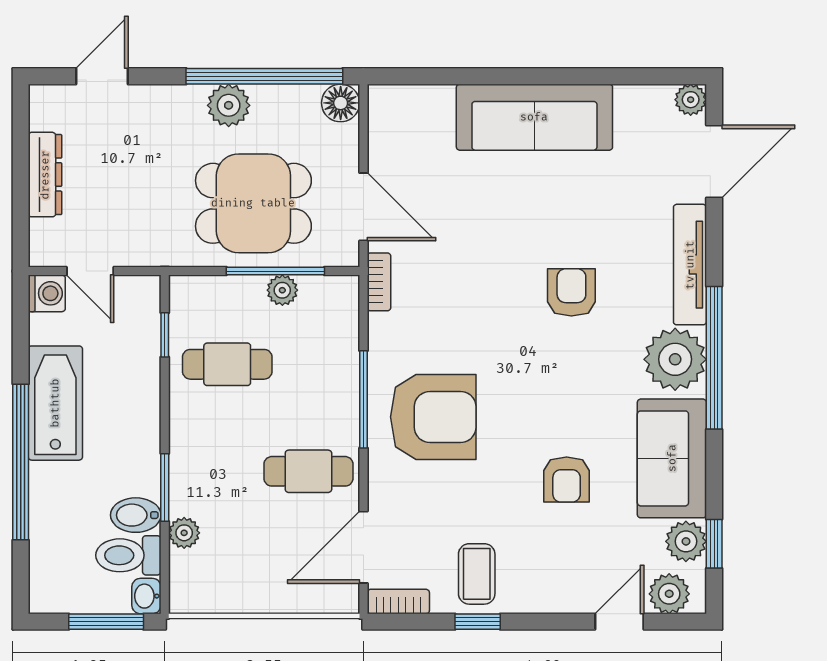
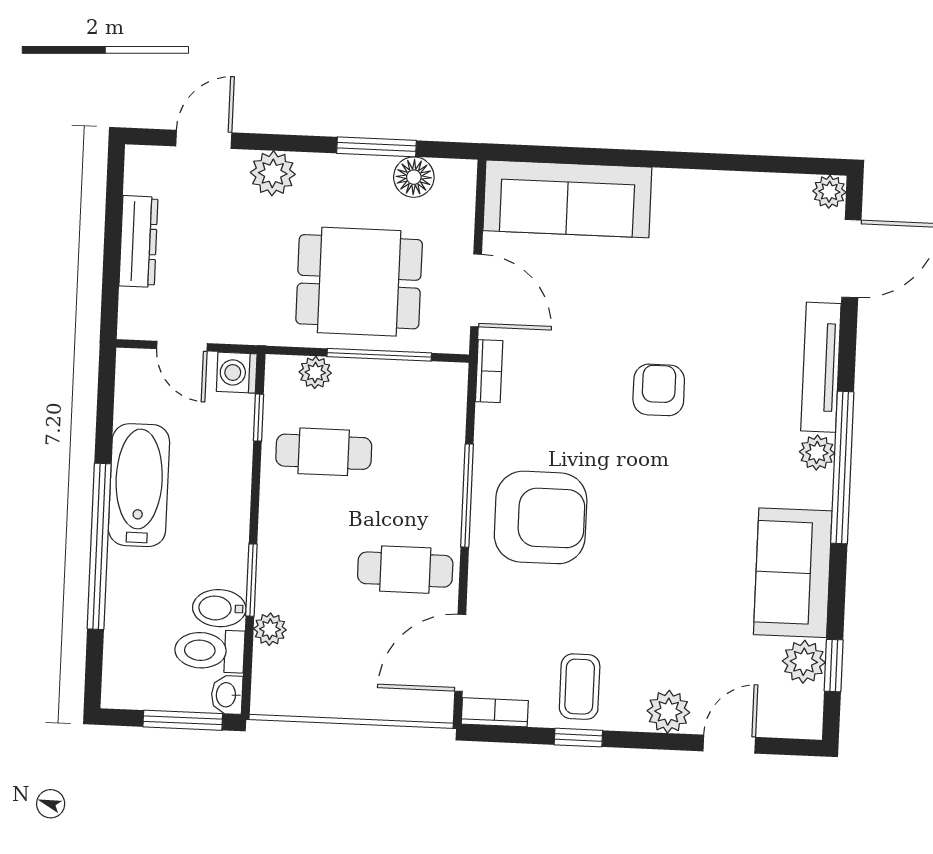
window: (264, 76) -> (377, 147), width x0.47
floor lamp: (341, 103) -> (414, 177), moved
plant: (229, 105) -> (273, 173), moved
sofa: (534, 117) -> (567, 199), moved
plant: (282, 290) -> (315, 372), moved
armchair: (571, 292) -> (659, 390), moved
washing machine: (47, 293) -> (237, 373), moved, turned 180
plant: (675, 359) -> (817, 453), width x0.53, depth x0.53
armchair: (567, 480) -> (680, 590), removed
plant: (669, 594) -> (668, 712), moved

